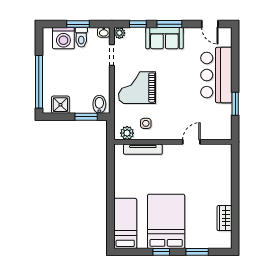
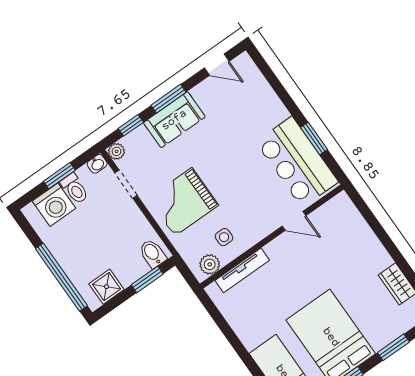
bar counter: (216, 75) -> (297, 162), moved
door: (191, 142) -> (294, 221), swing flipped

